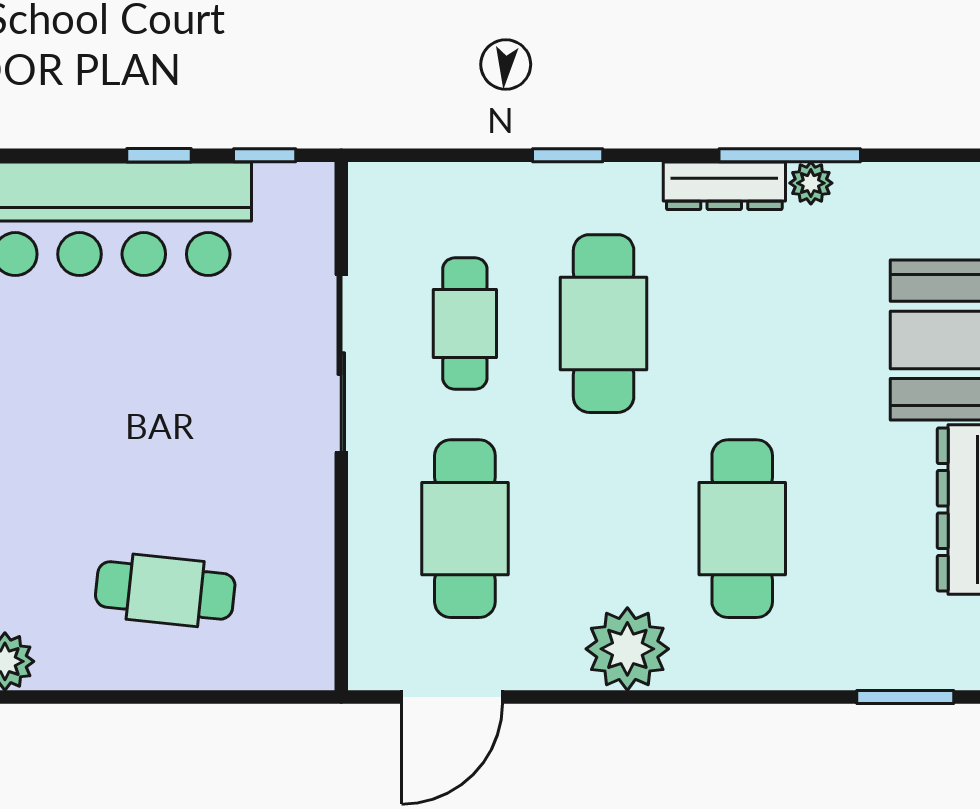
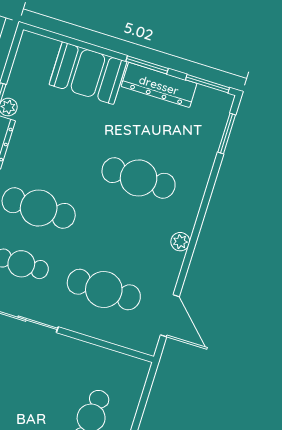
plant: (627, 649) -> (180, 242), width x0.53, depth x0.53

